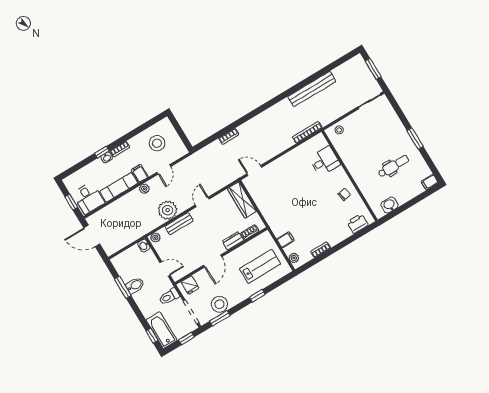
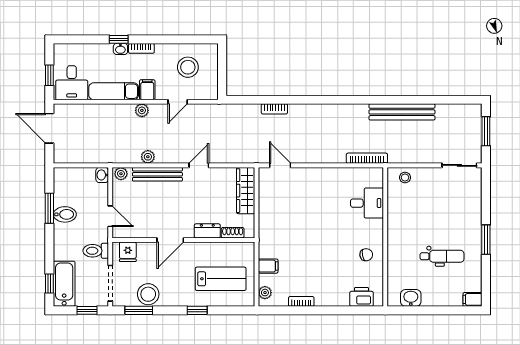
plant: (168, 210) -> (148, 157), width x0.53, depth x0.53
bench: (179, 224) -> (157, 174), width x1.36

